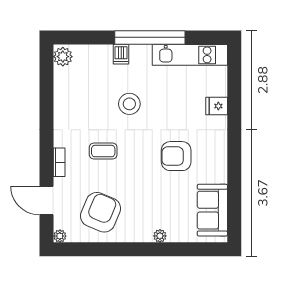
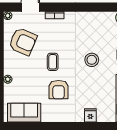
coffee table: (103, 151) -> (53, 62), moved
armchair: (176, 156) -> (59, 90), turned 180

